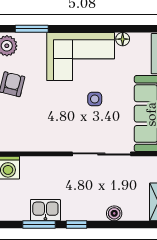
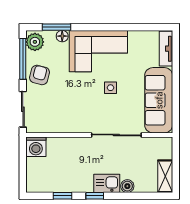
floor lamp: (123, 39) -> (62, 36), moved
kitchen sink: (45, 210) -> (107, 183), moved
window: (39, 225) -> (63, 196), width x0.67

